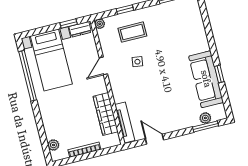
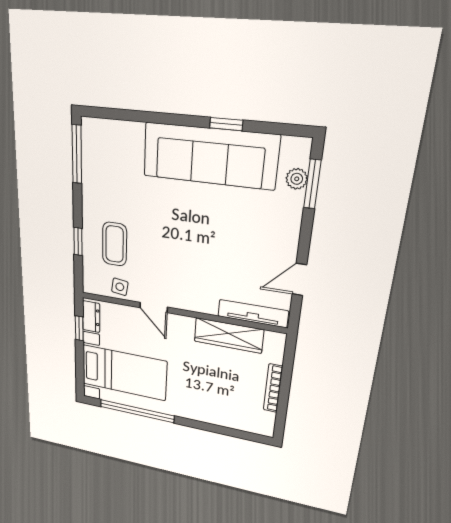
plant: (100, 24) -> (90, 286), removed
side table: (137, 62) -> (120, 287), moved
sofa: (206, 79) -> (210, 156), width x1.36, depth x1.27
plant: (53, 145) -> (249, 425), removed

